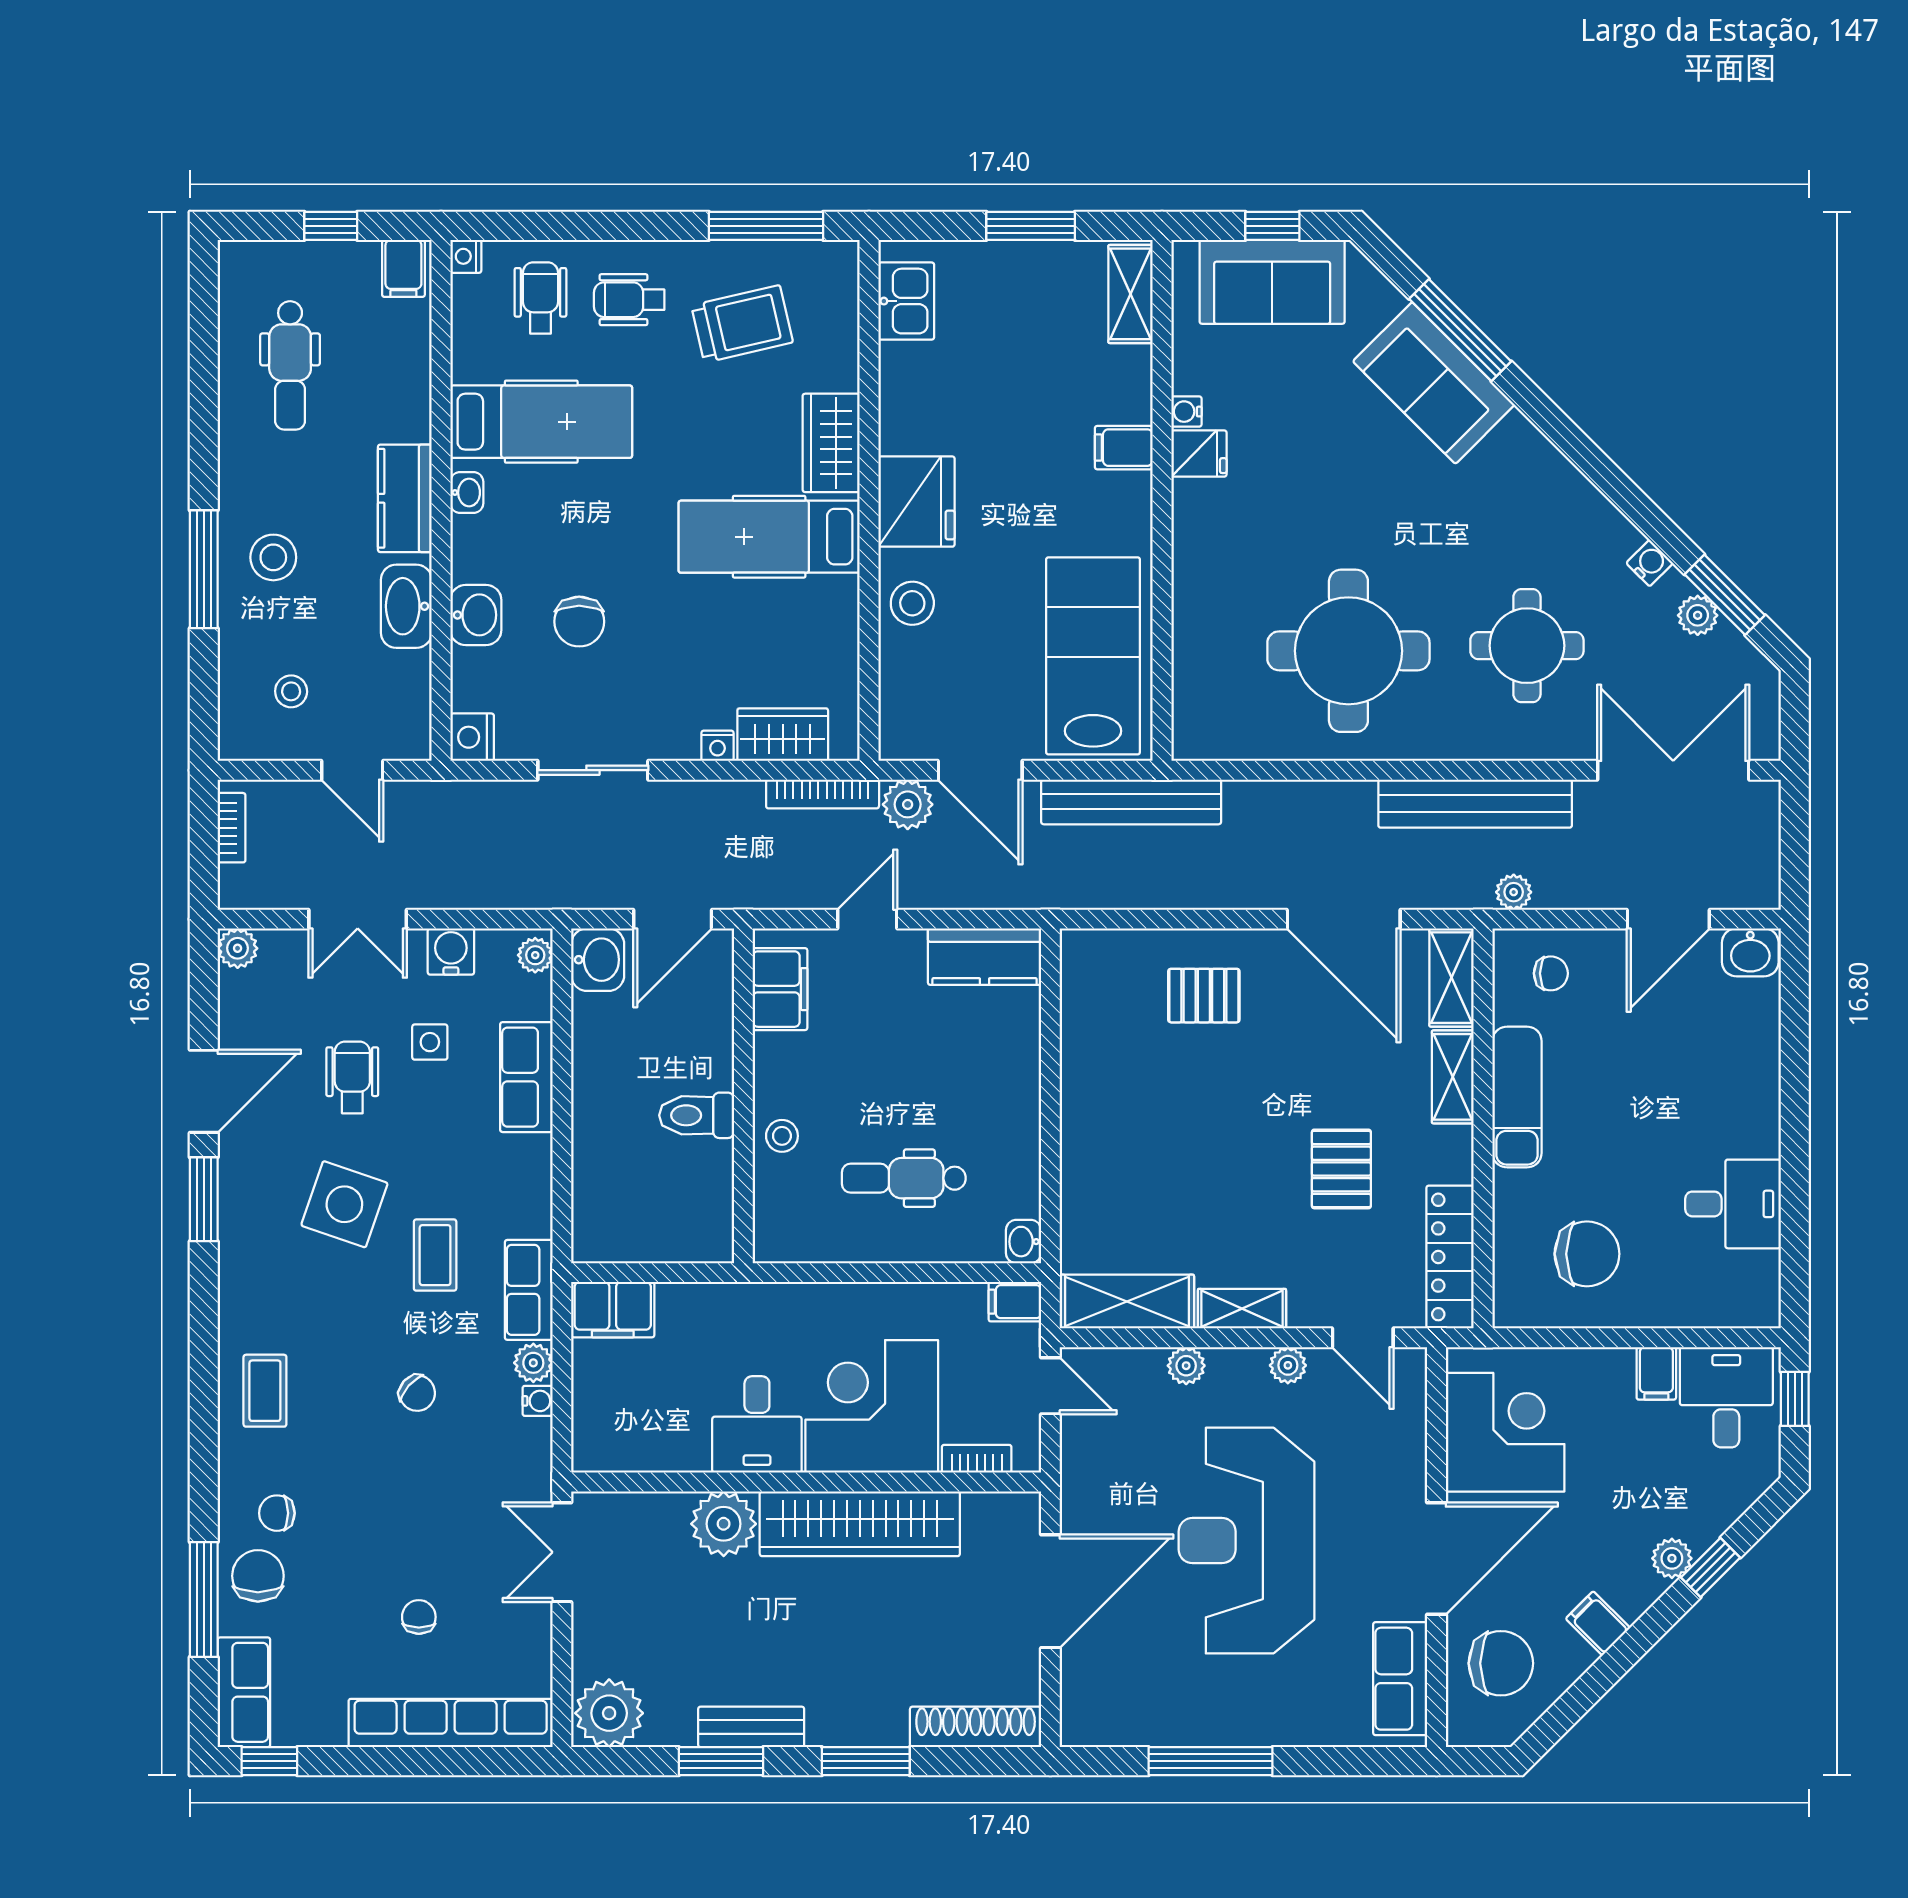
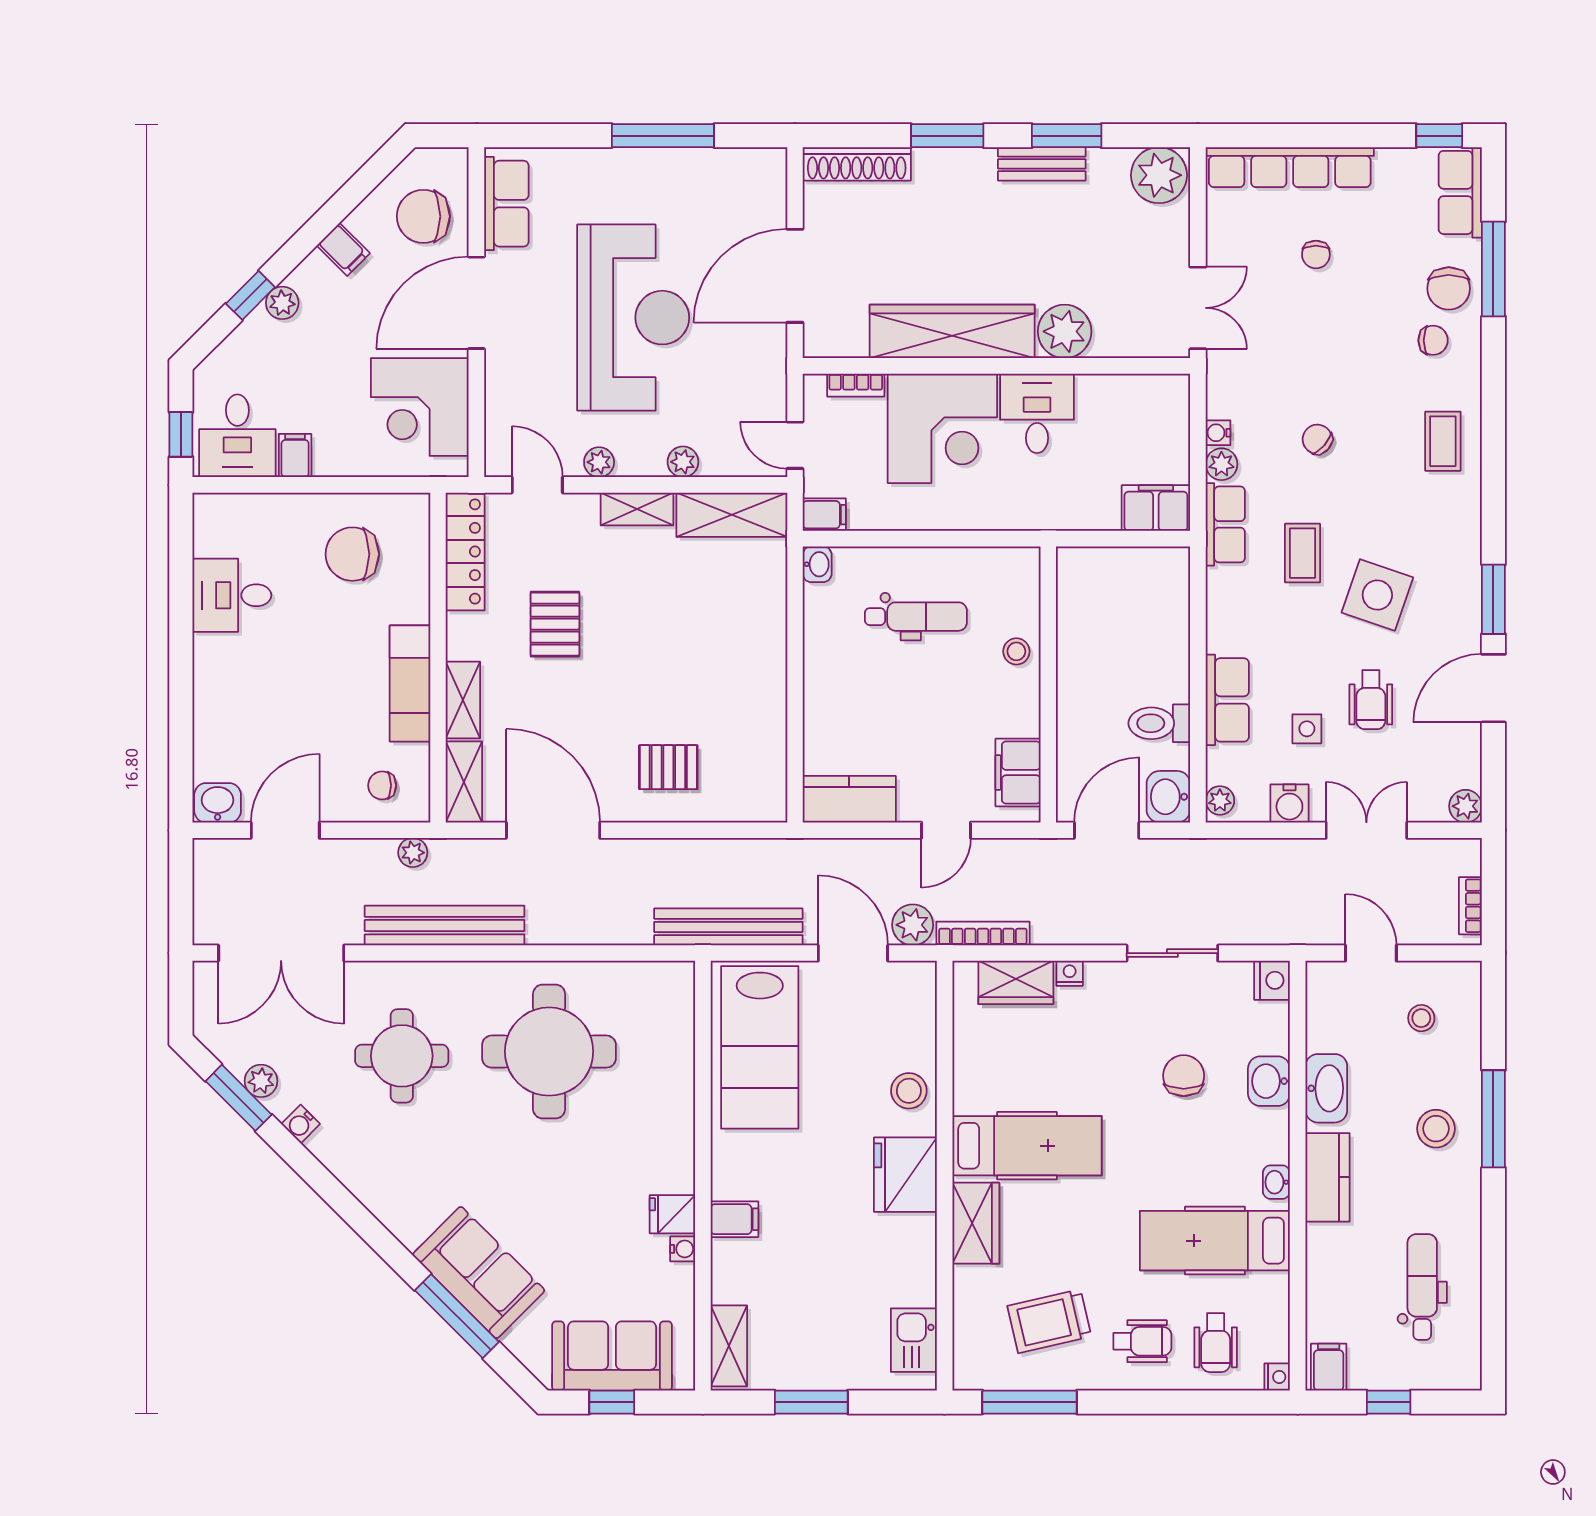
toilet: (697, 1115) -> (1159, 723), moved, turned 180

